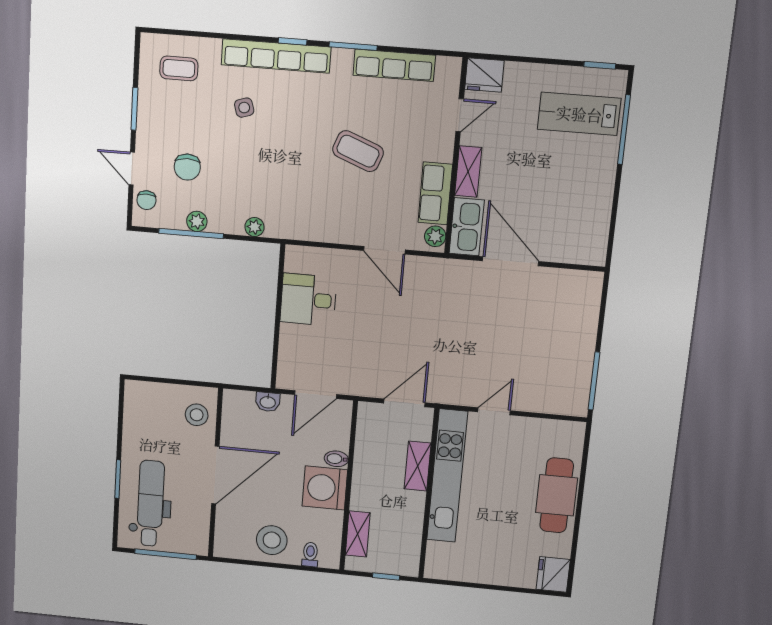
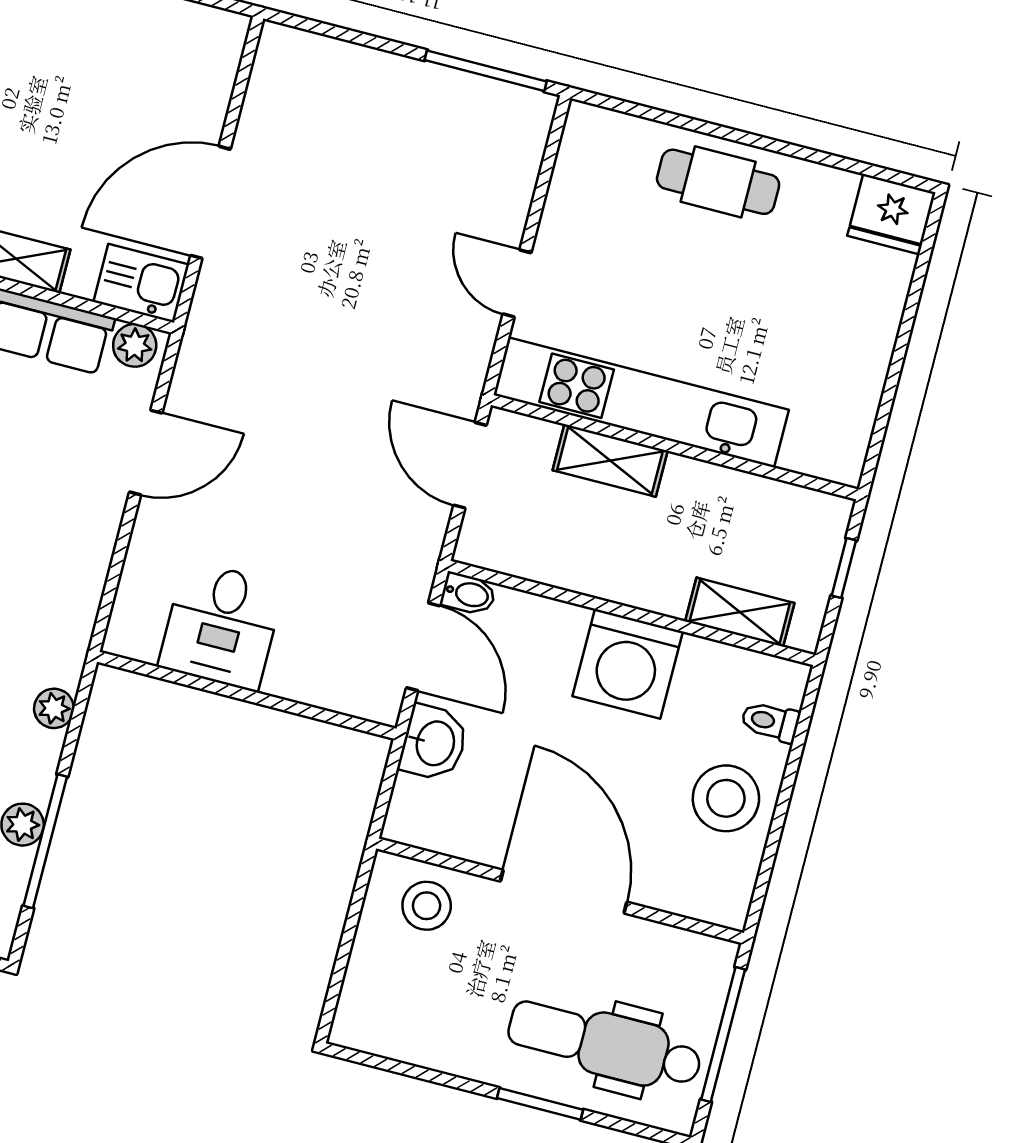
kitchen sink: (467, 227) -> (141, 283), width x0.73
washbasin: (268, 402) -> (434, 743), width x1.38, depth x1.45
bidet: (336, 459) -> (468, 594), moved, turned -90
cafe table: (557, 495) -> (718, 182), width x0.73, depth x0.74

